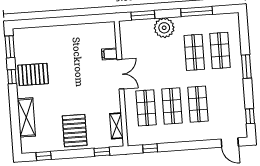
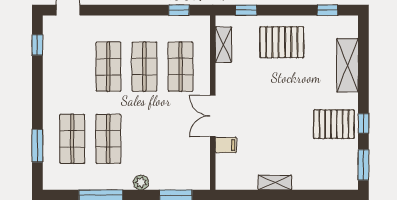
plant: (164, 28) -> (141, 182), width x0.53, depth x0.53
shelving: (72, 30) -> (275, 183), added
window: (246, 67) -> (37, 146), moved
pallet: (75, 131) -> (282, 42), turned 90

